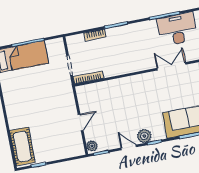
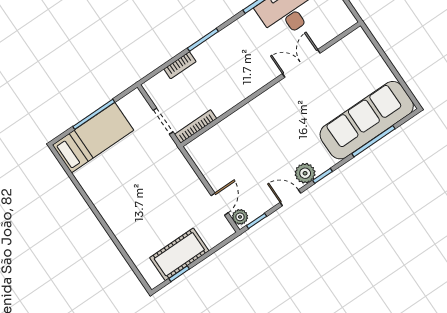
door: (81, 122) -> (220, 204), moved
cot: (22, 146) -> (179, 254), moved, turned 90

